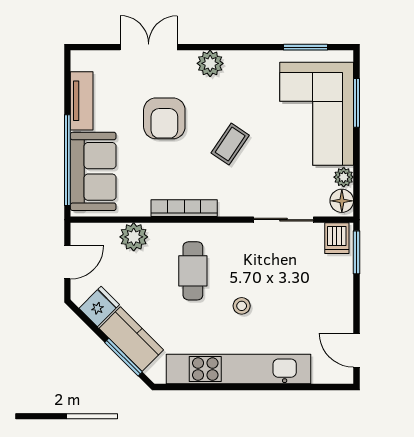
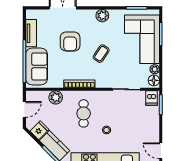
plant: (210, 63) -> (102, 16), moved

